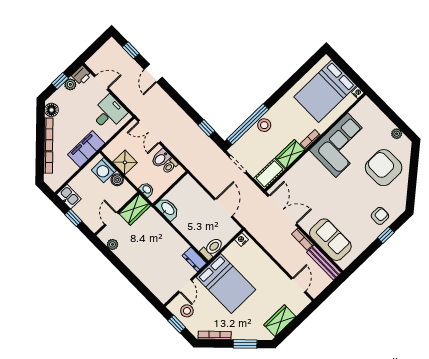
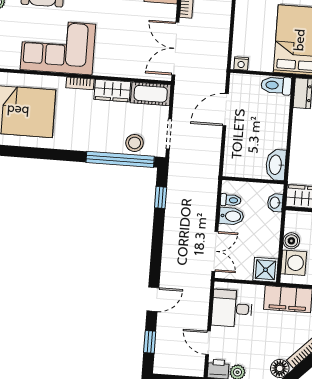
stool: (264, 125) -> (135, 143), moved
shower: (125, 162) -> (266, 270), moved

